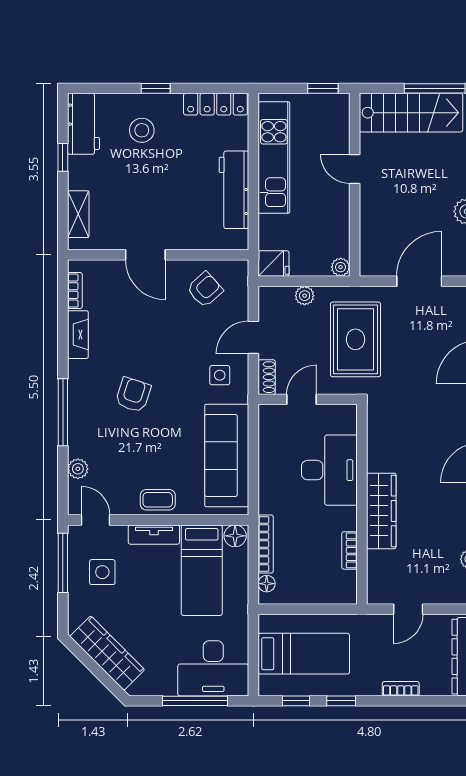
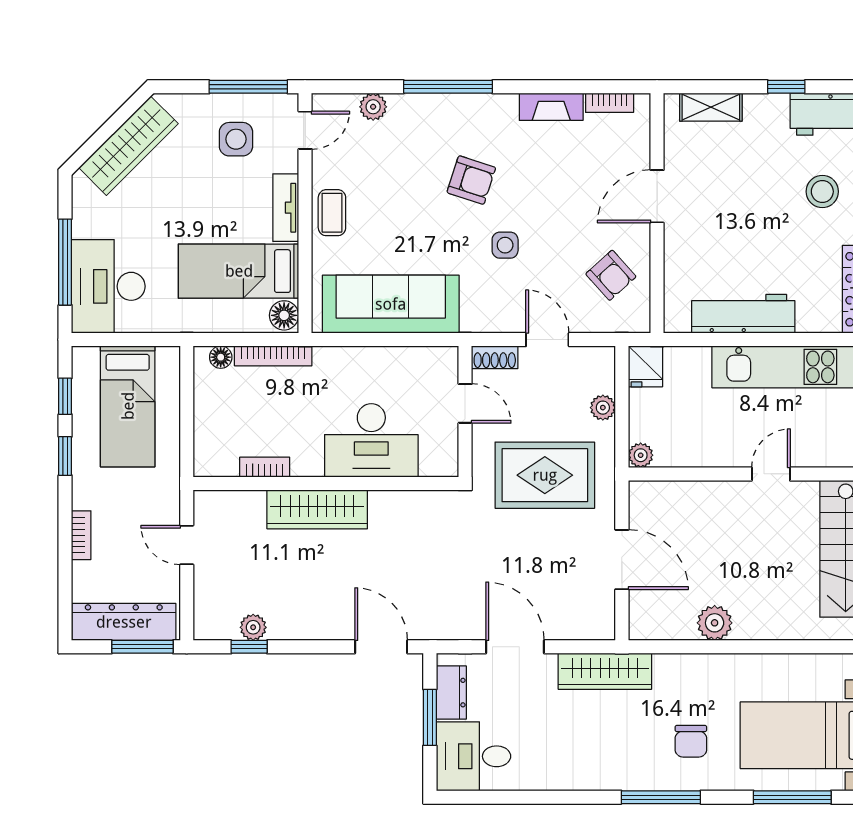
side table: (220, 375) -> (505, 245), moved

